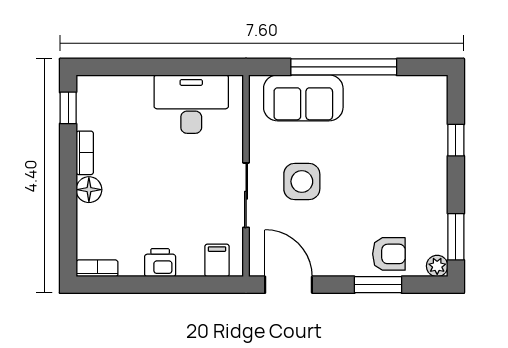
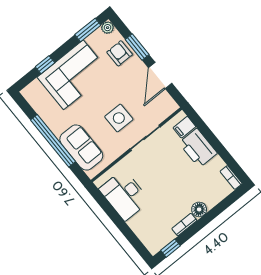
corner sofa: (411, 167) -> (73, 75), added
printer: (160, 263) -> (198, 148), width x1.87, depth x1.48
door: (289, 285) -> (160, 75), moved

